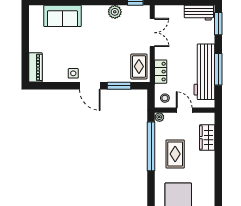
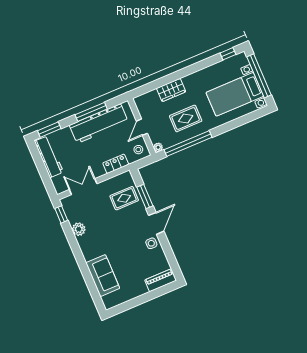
workbench: (199, 13) -> (49, 157), width x1.38
rug: (139, 66) -> (124, 198), moved
wardrobe: (207, 138) -> (171, 90), moved

